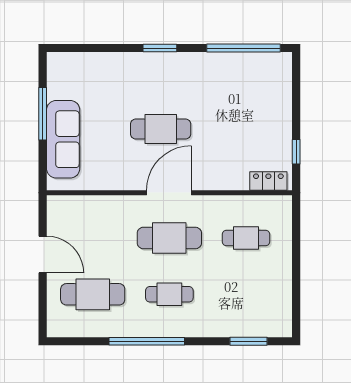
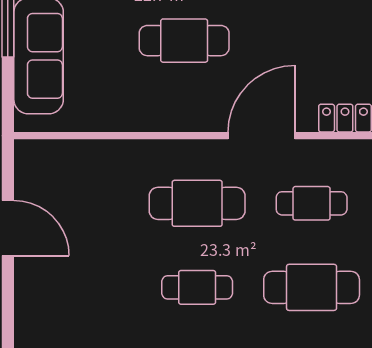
door: (169, 193) -> (261, 136), moved
cafe table: (93, 294) -> (312, 287), moved

